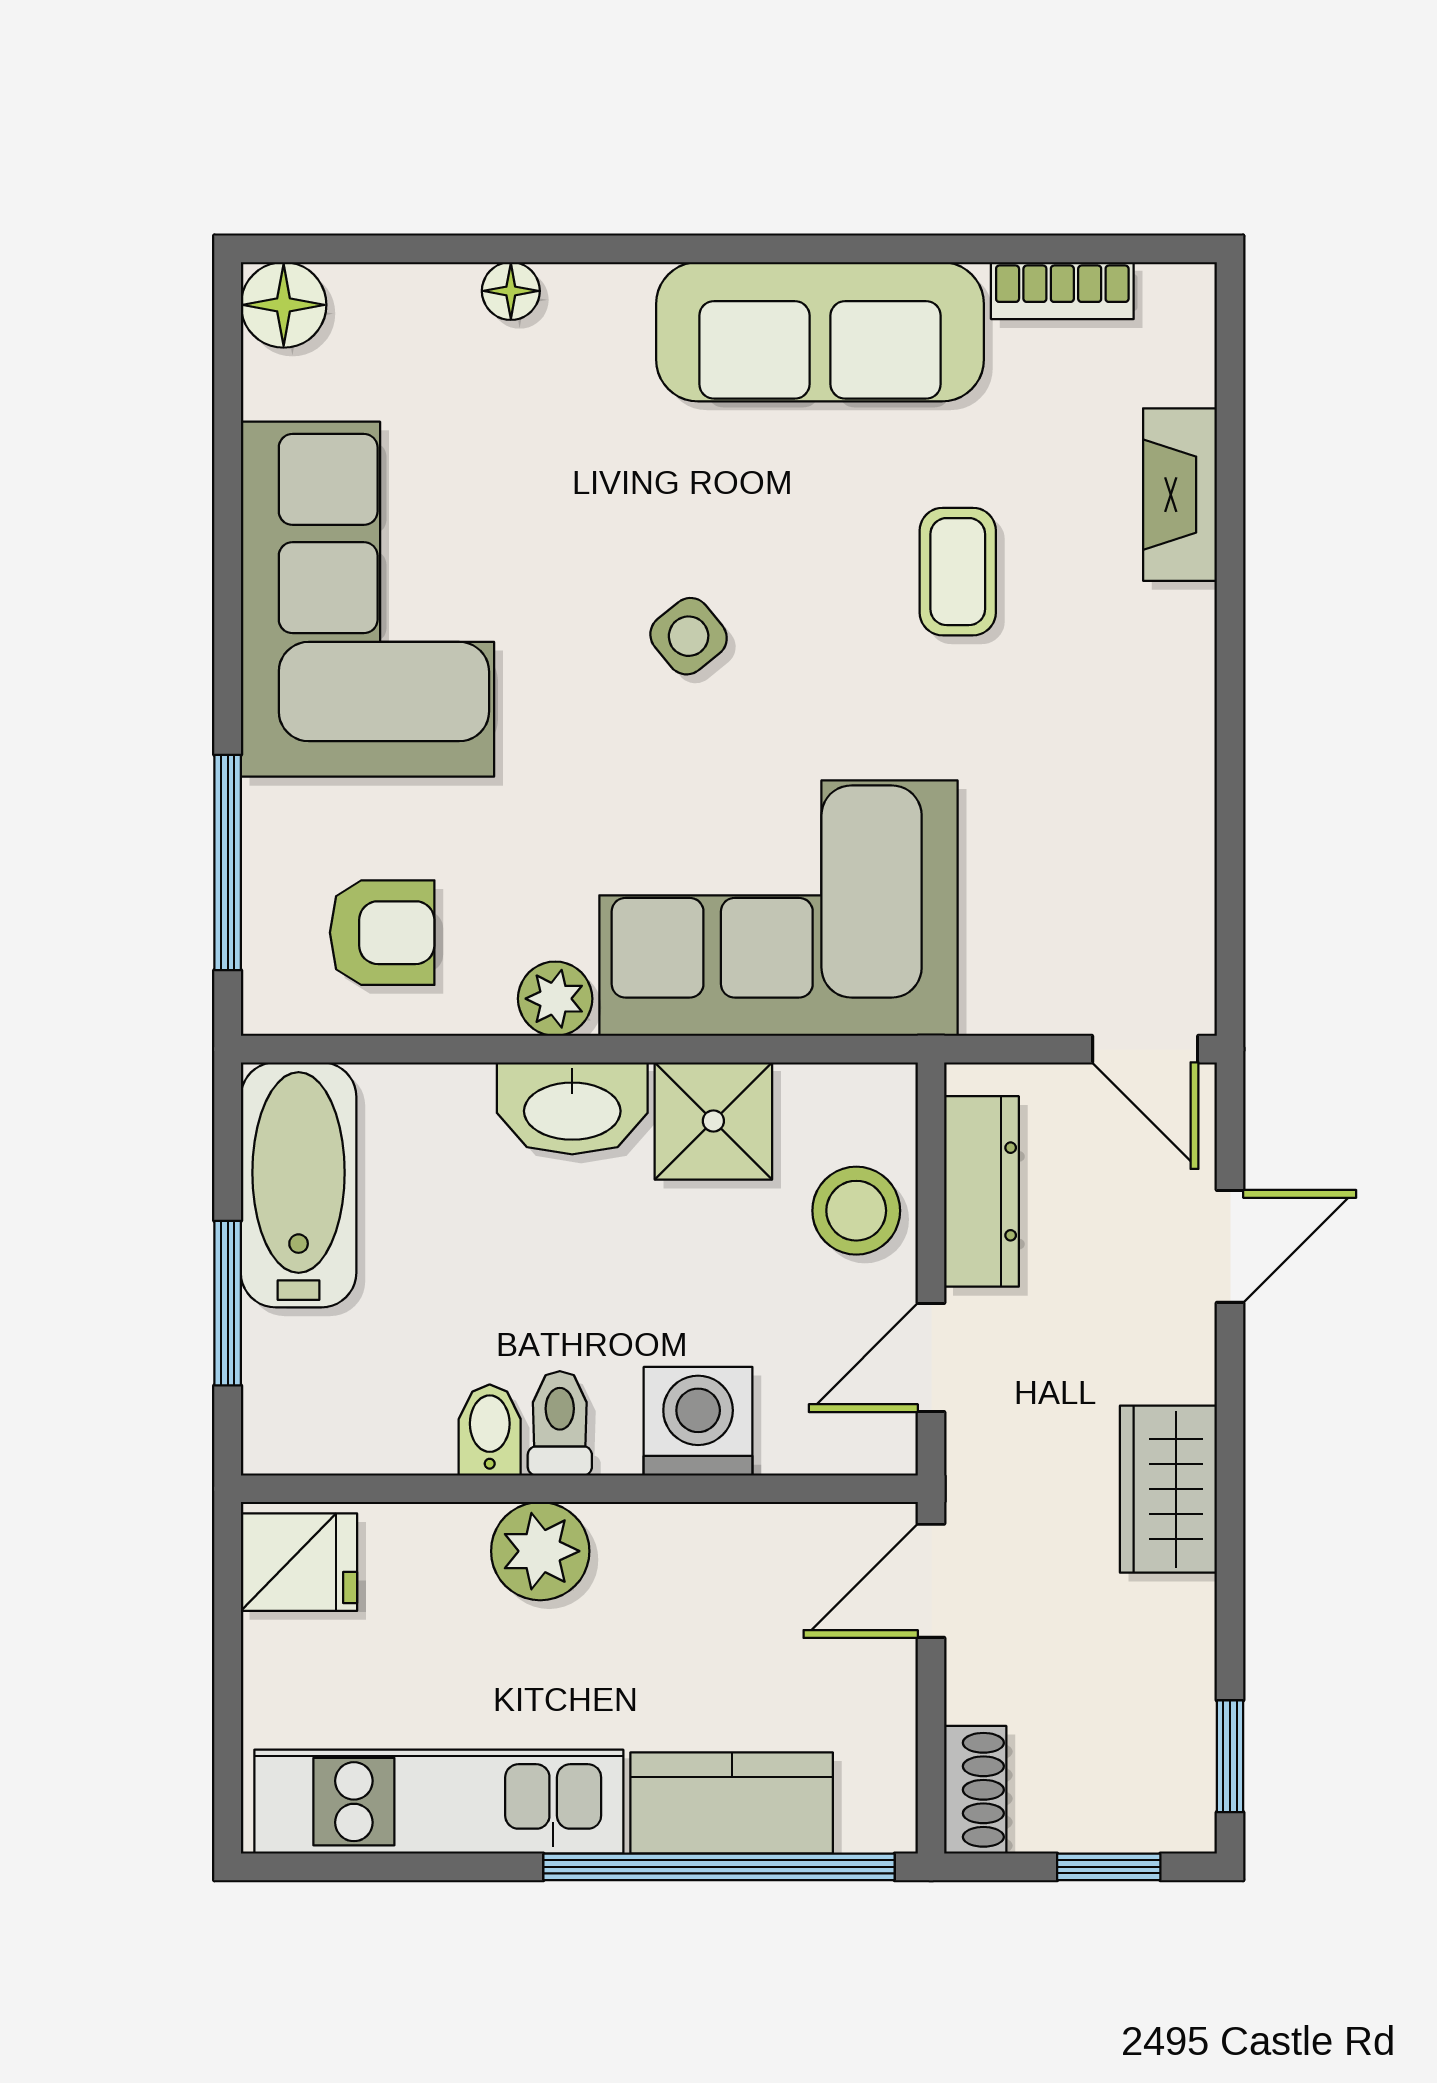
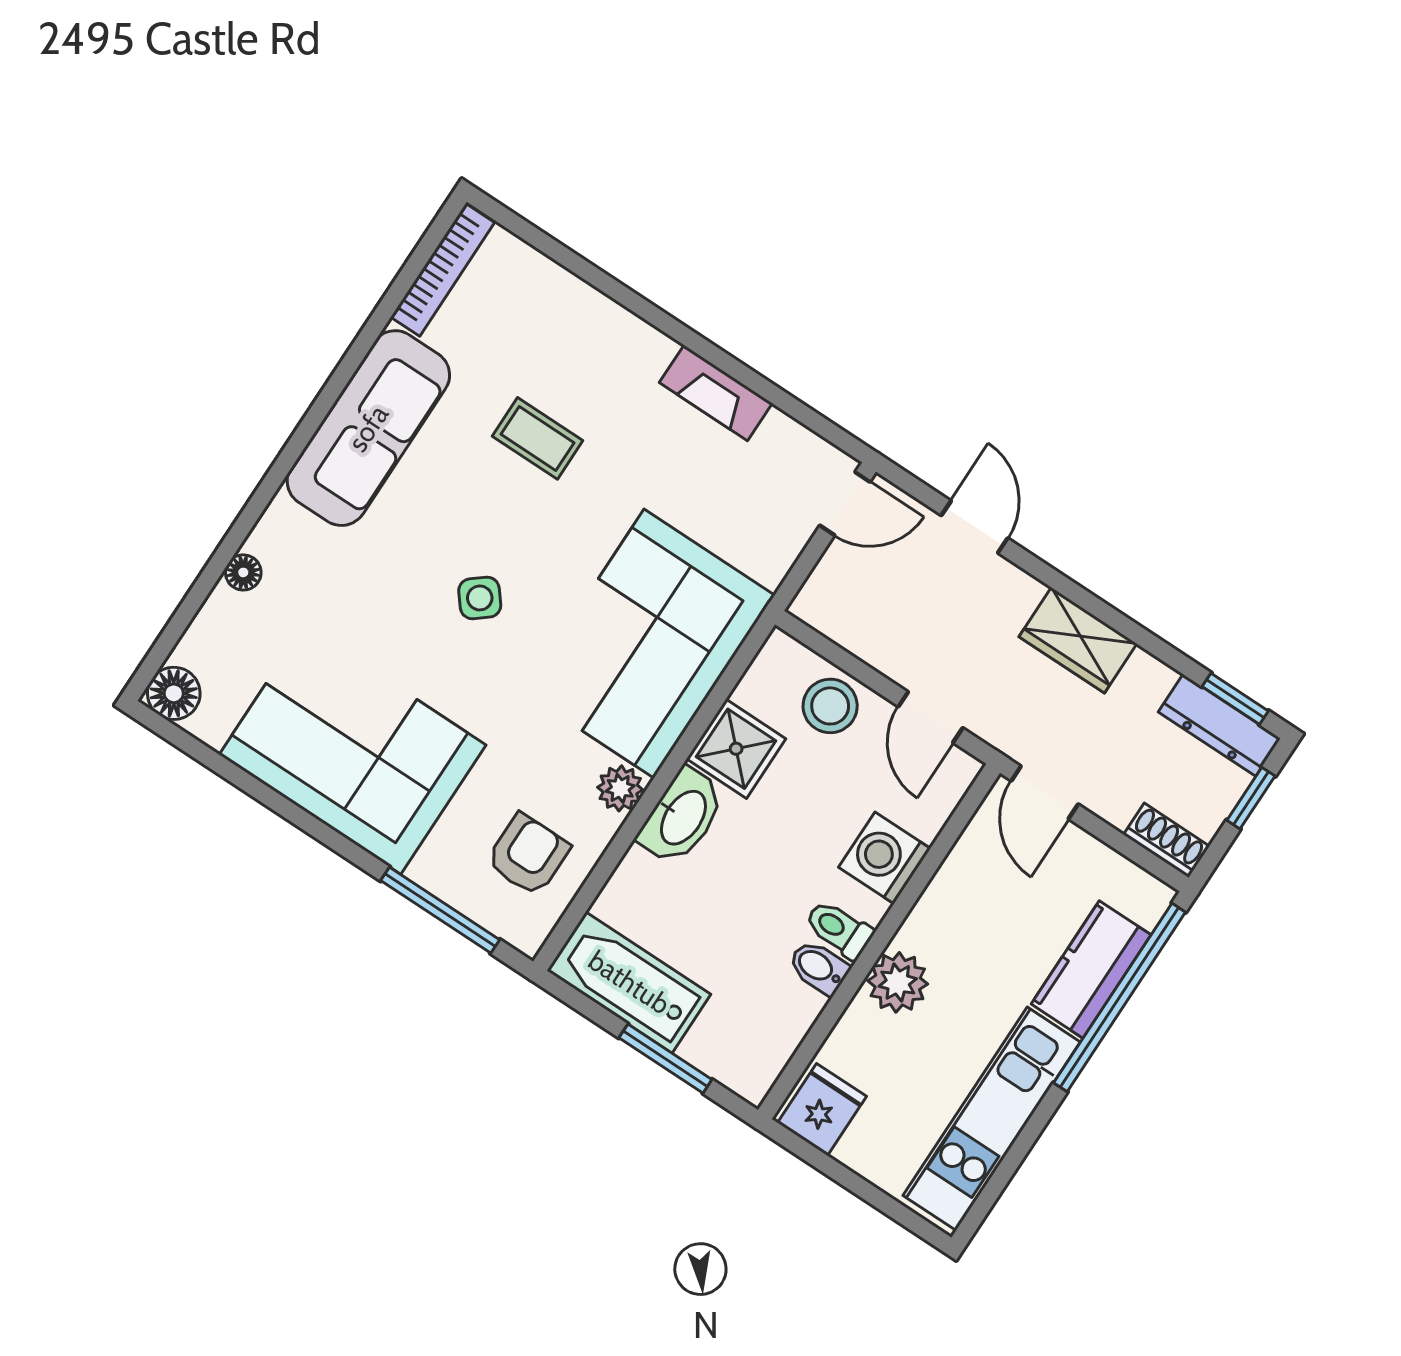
bookcase: (1062, 291) -> (443, 270), width x1.56
fireplace: (1180, 495) -> (716, 393), moved
dresser: (982, 1191) -> (1219, 725), moved, turned 180

